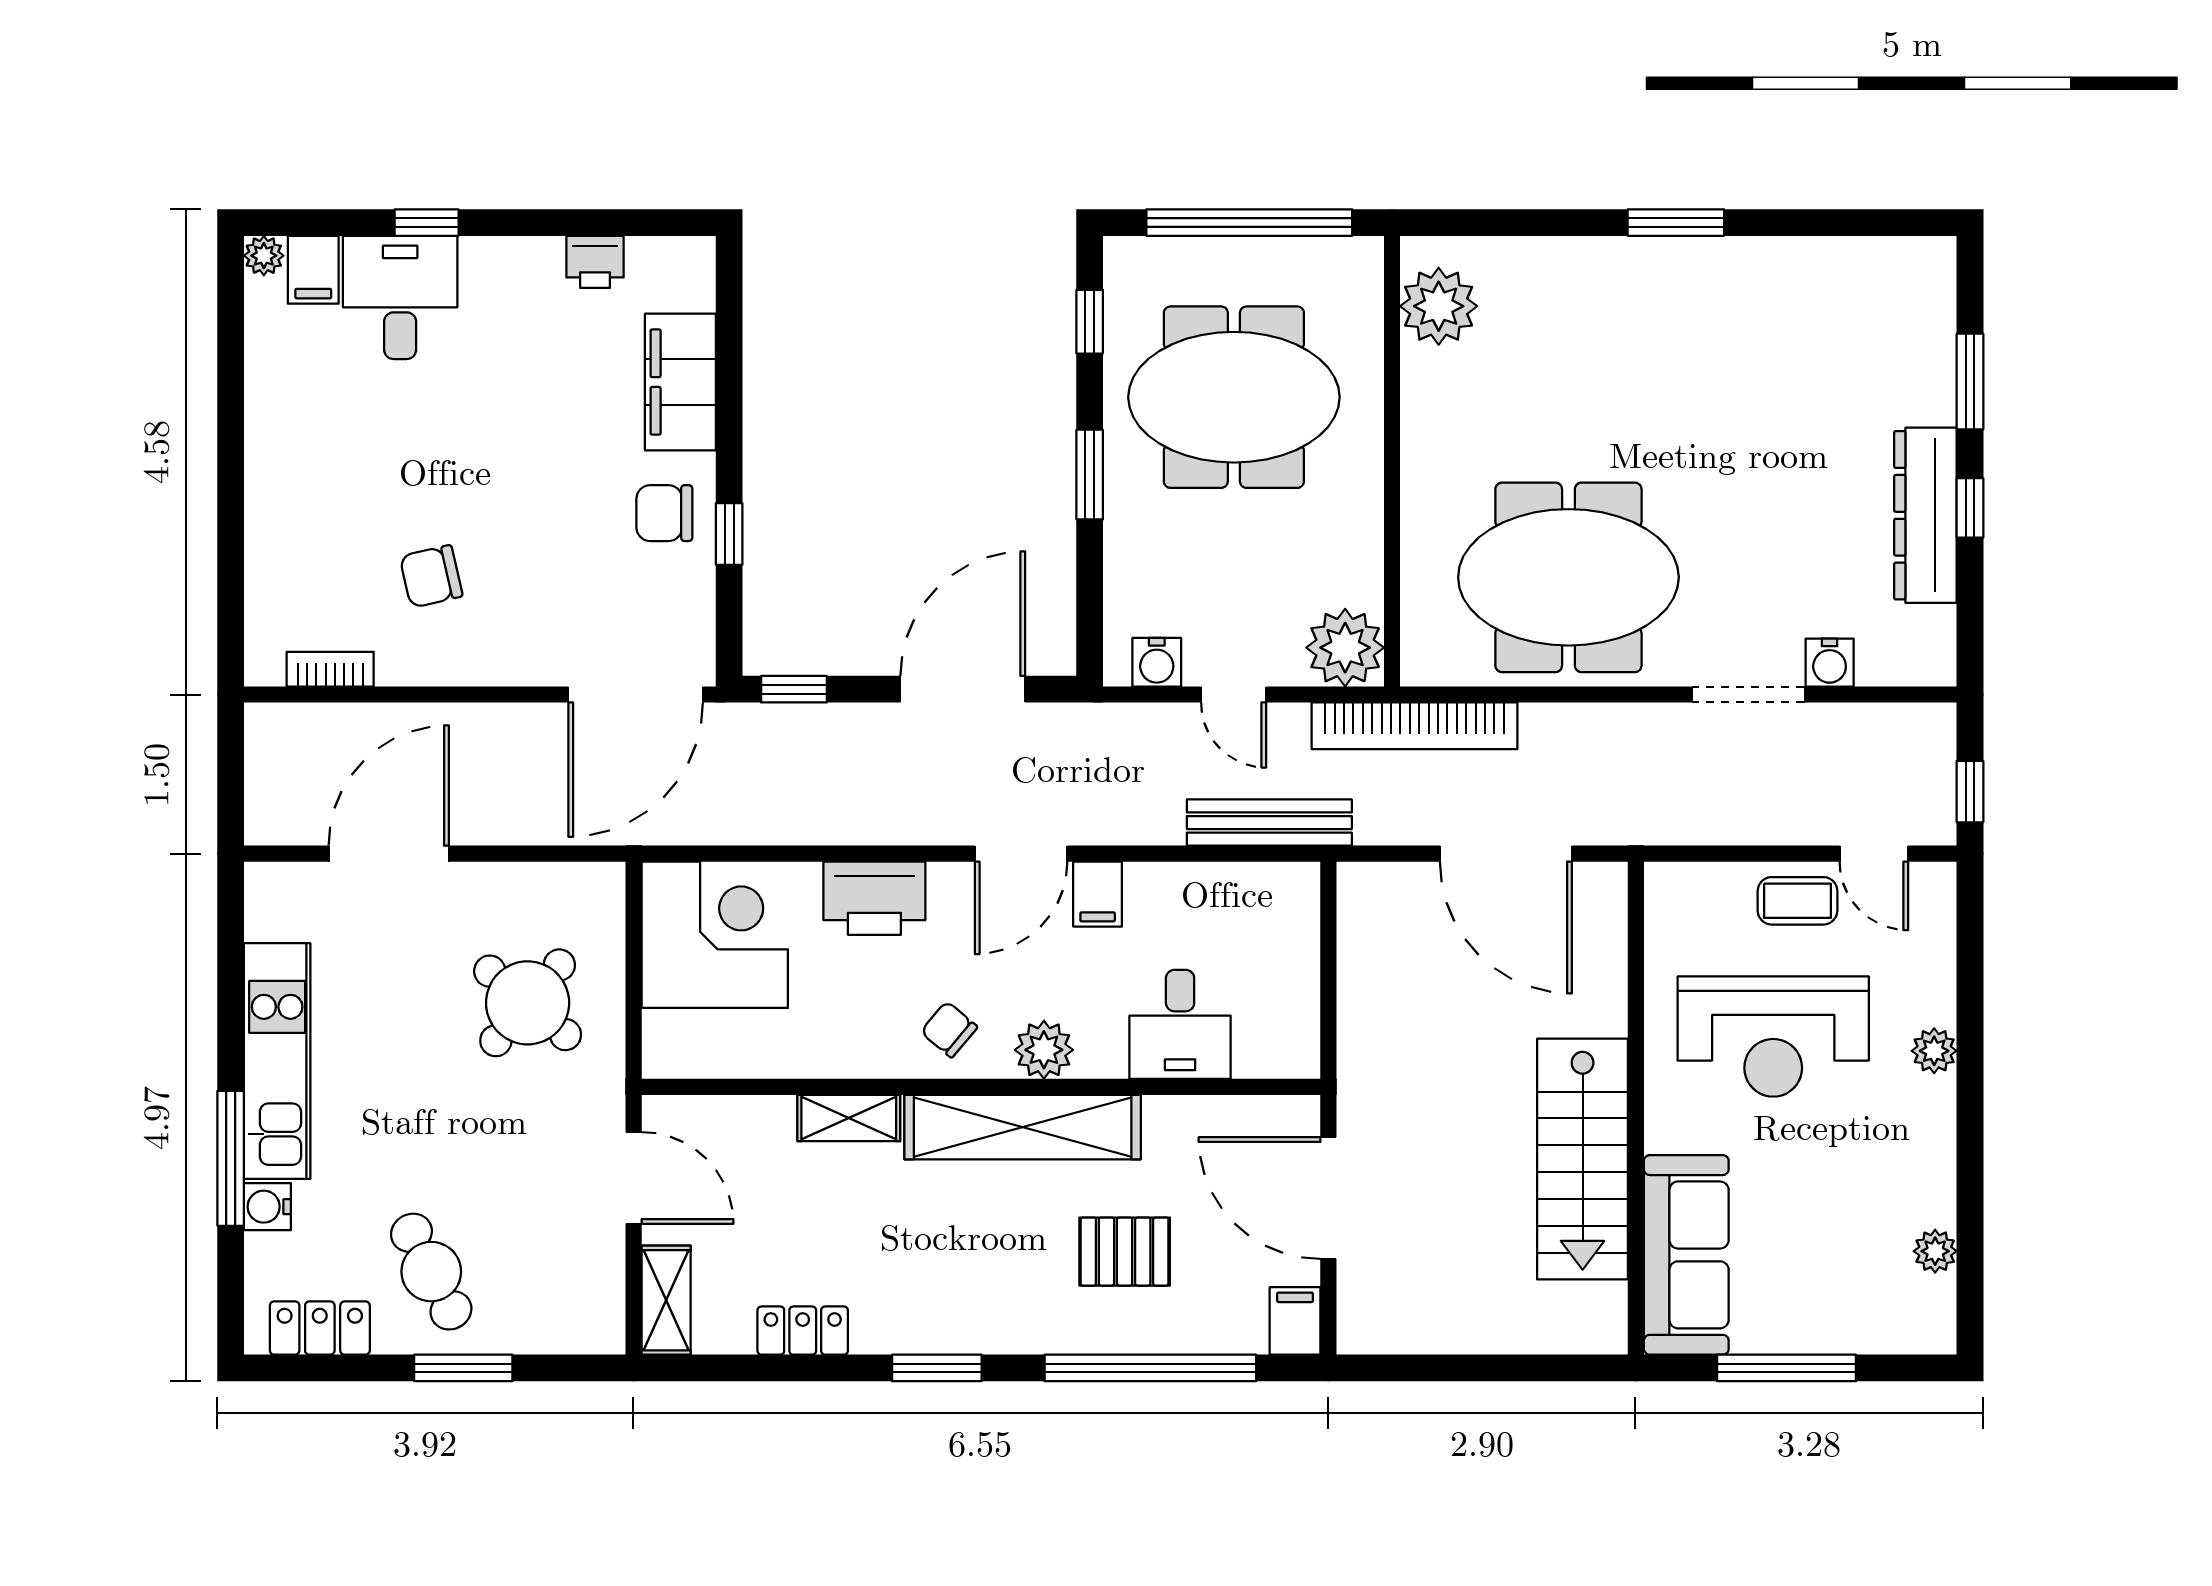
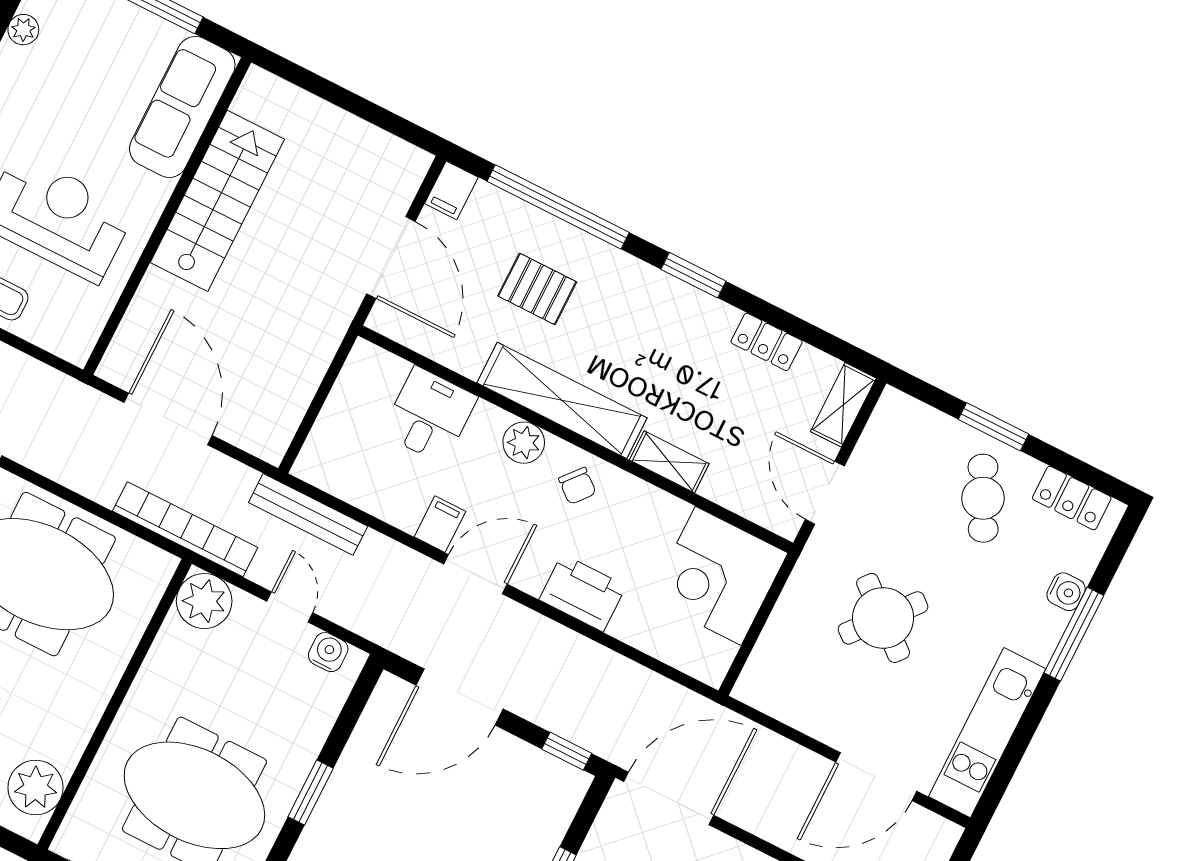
corner desk: (715, 935) -> (718, 576), moved
round table: (528, 1003) -> (883, 618), moved
kitchen unit: (277, 1061) -> (987, 733), moved

